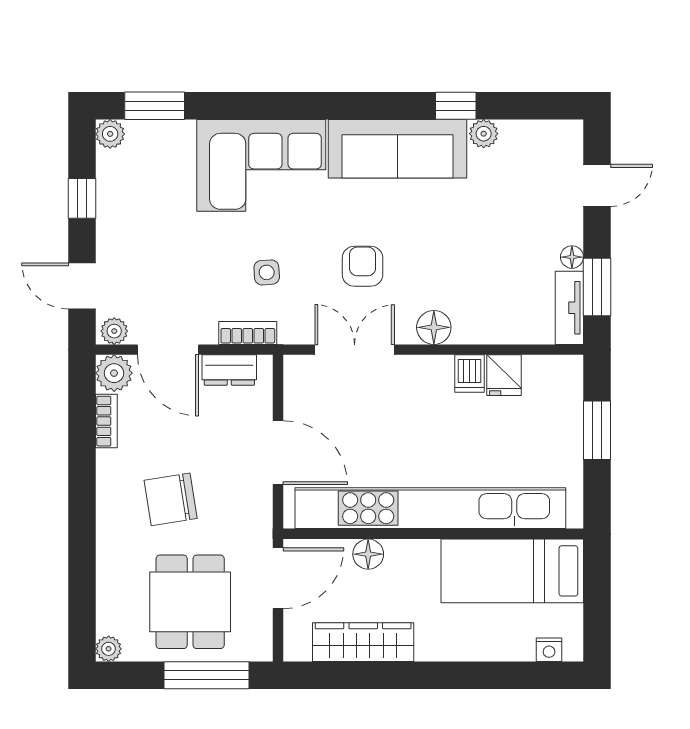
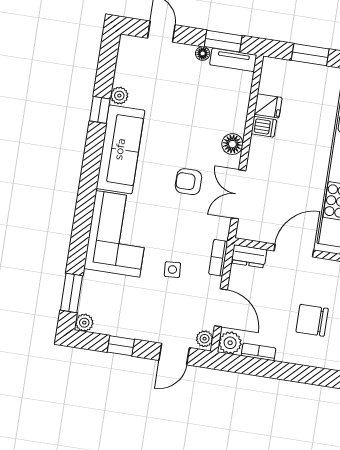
side table: (267, 272) -> (172, 270), moved
door: (168, 350) -> (221, 308), hinge flipped
dresser: (229, 370) -> (249, 256), moved, turned 90
chair: (171, 499) -> (312, 320), turned 99

